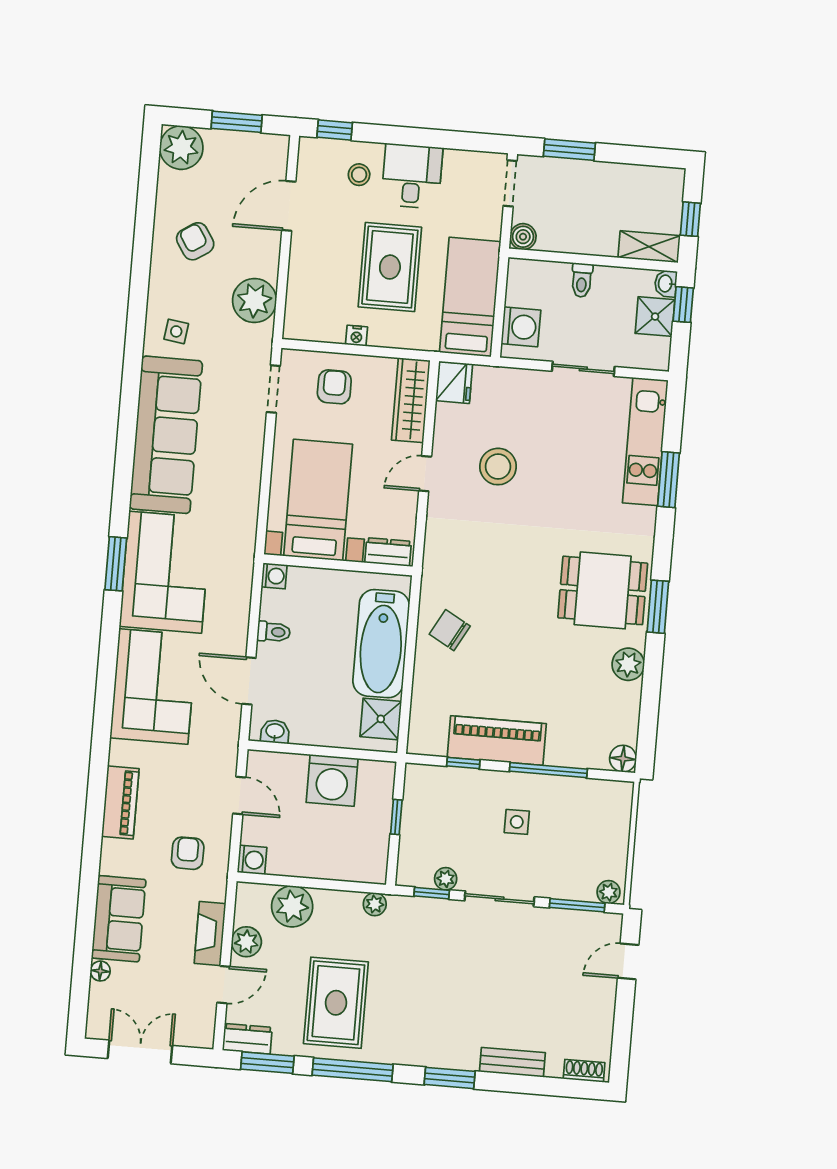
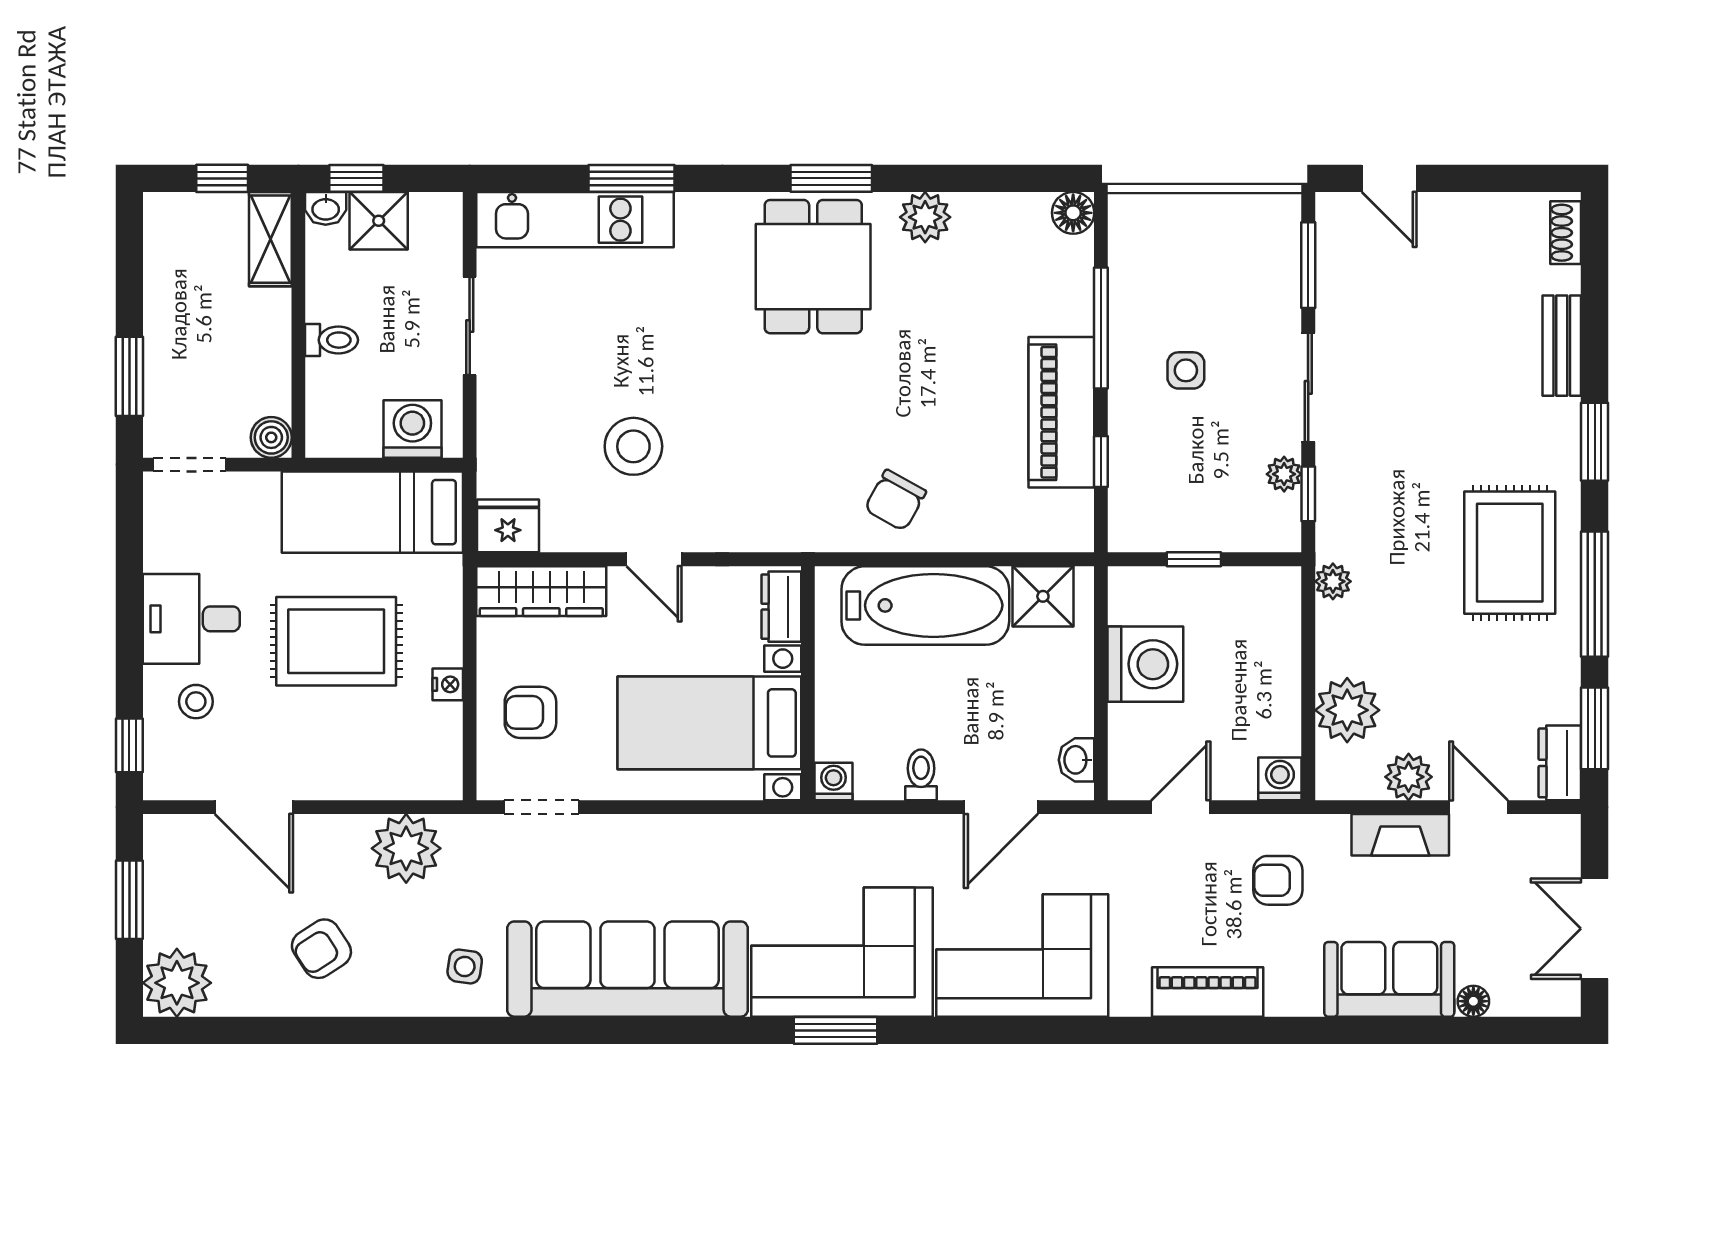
plant: (609, 892) -> (1283, 218), removed
rug: (336, 1003) -> (1510, 553), moved, turned 90

